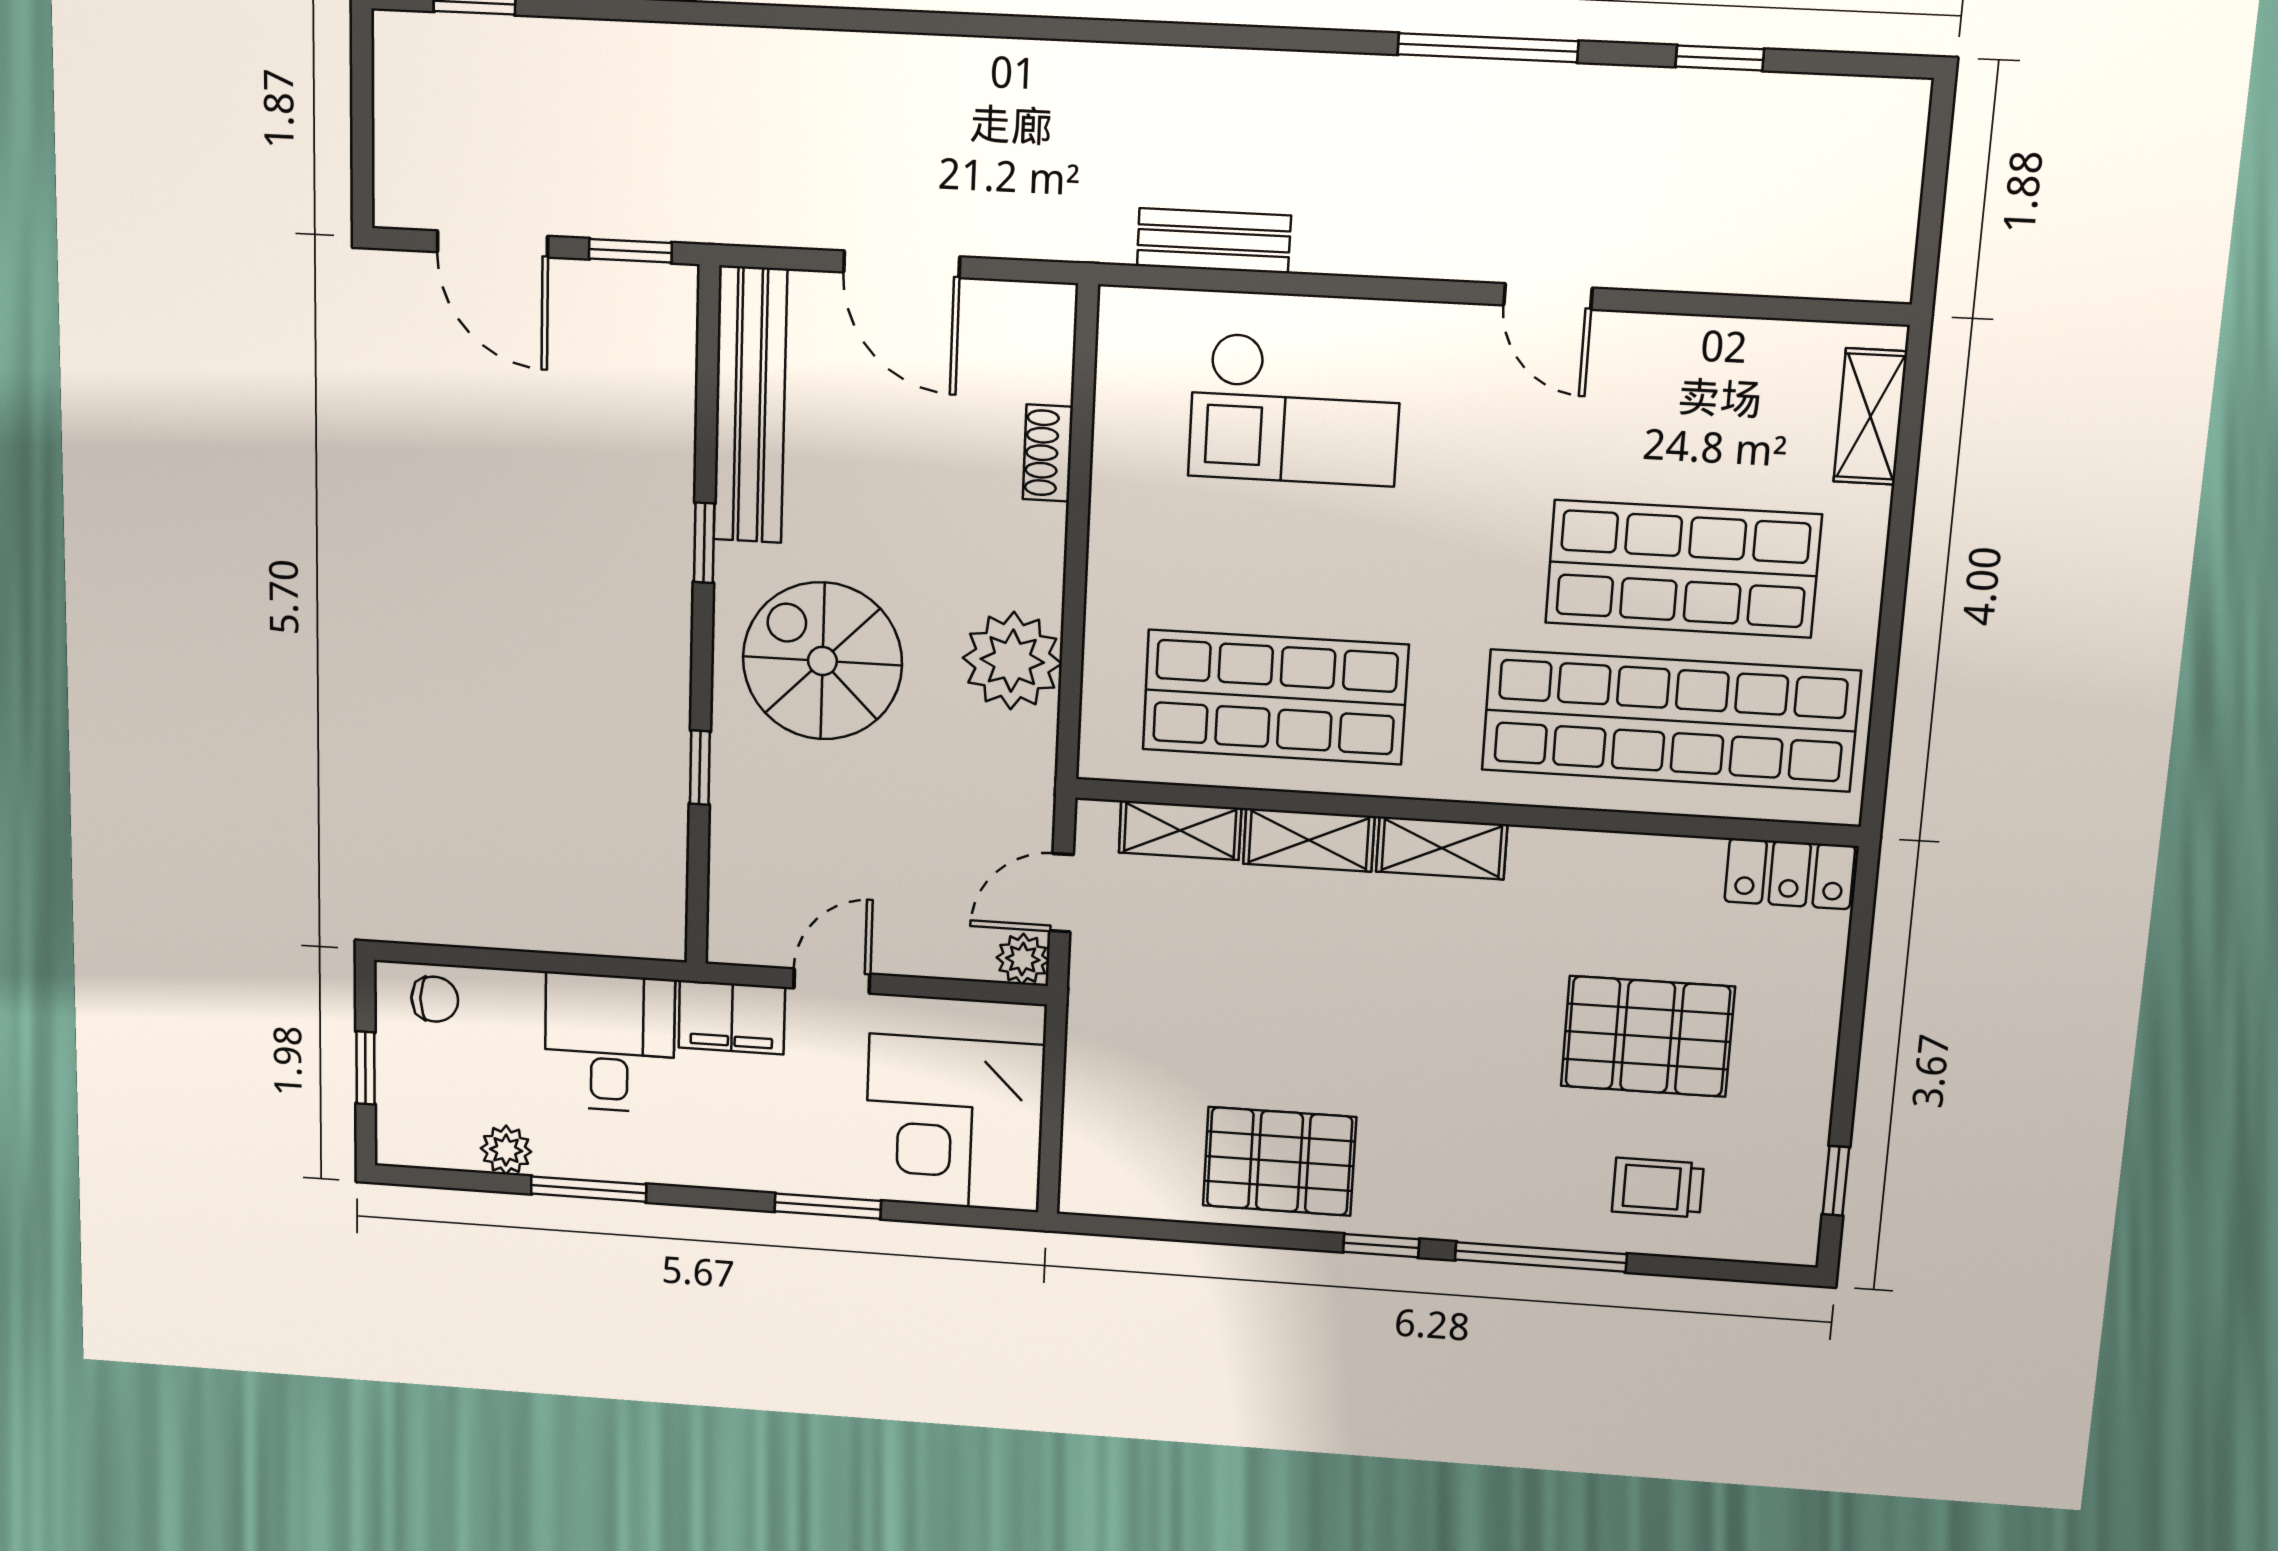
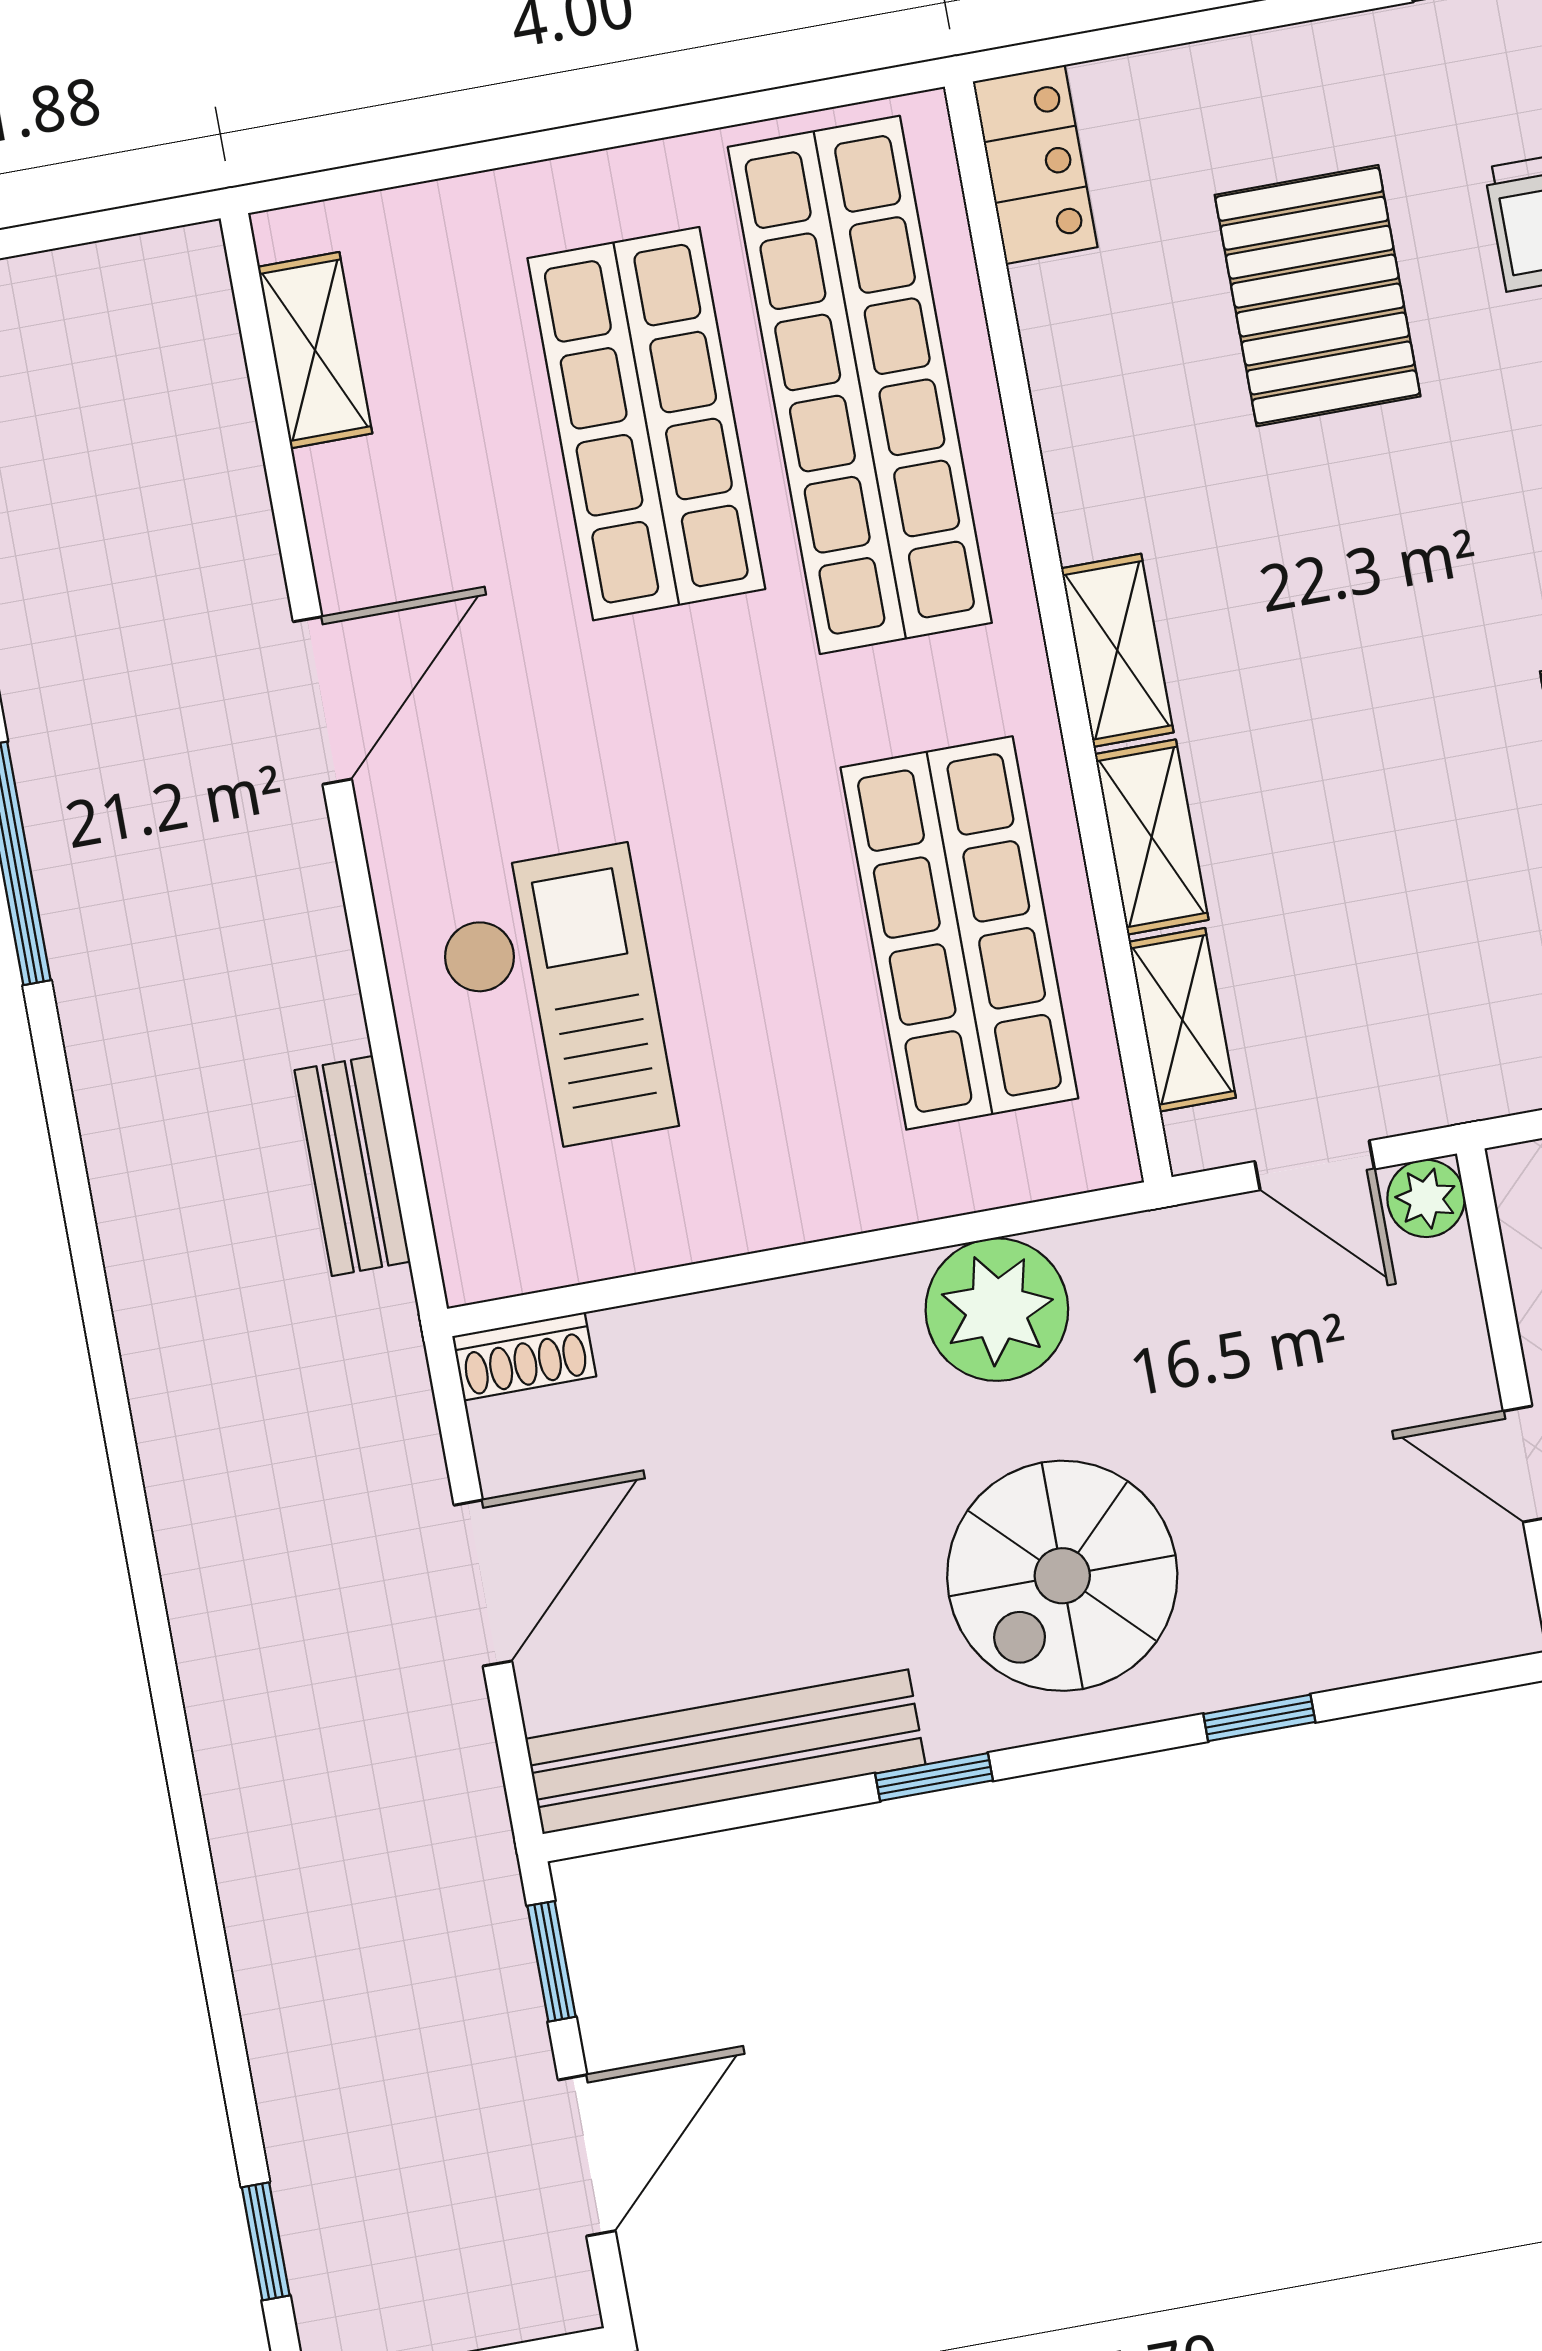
door: (1548, 297) -> (322, 700), width x1.38
shelving: (1870, 416) -> (315, 350), moved, turned 90
shoe rack: (1048, 453) -> (524, 1356), moved

